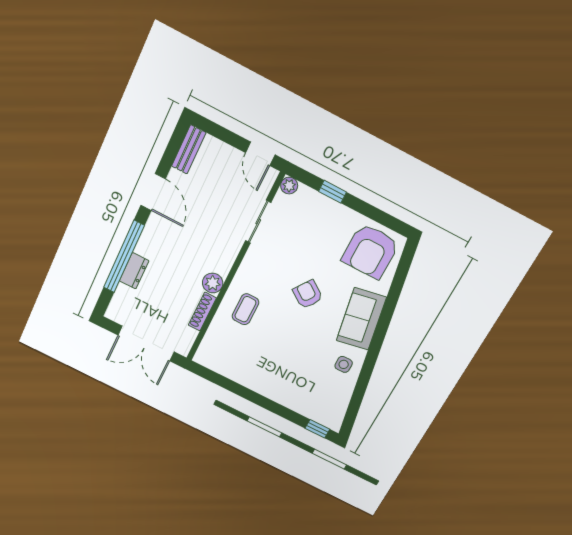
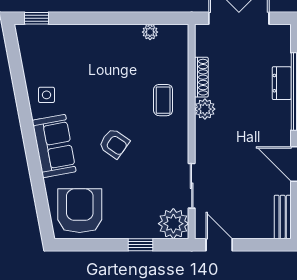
plant: (289, 186) -> (173, 224), width x1.88, depth x1.88
plant: (228, 370) -> (150, 32), added

